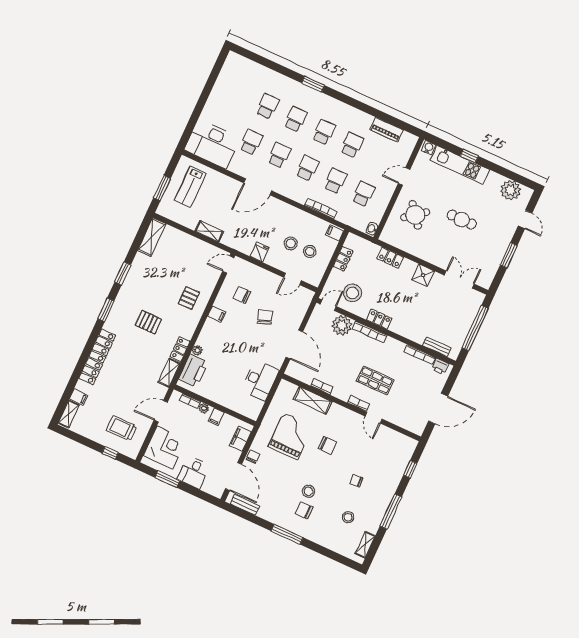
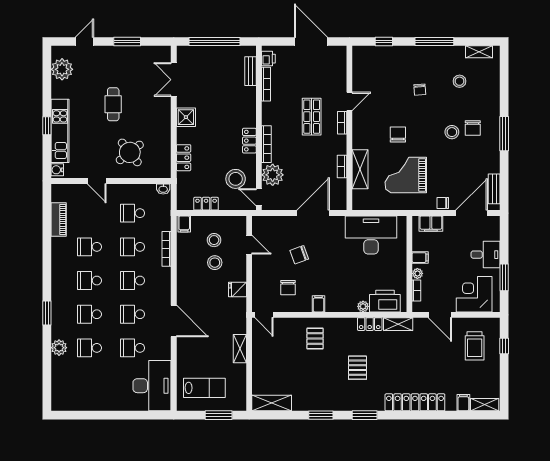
plant: (280, 81) -> (59, 348), added
pallet: (189, 298) -> (315, 339), turned 90
desk: (260, 380) -> (371, 235), width x1.36, depth x1.30

